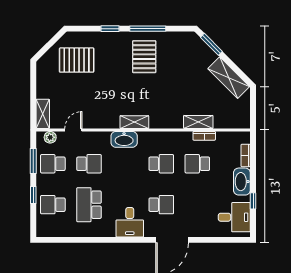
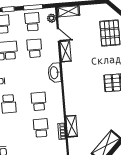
shelving: (134, 122) -> (65, 51), moved
school desk: (89, 164) -> (34, 48), turned 180
school desk: (161, 164) -> (39, 101), turned 180

